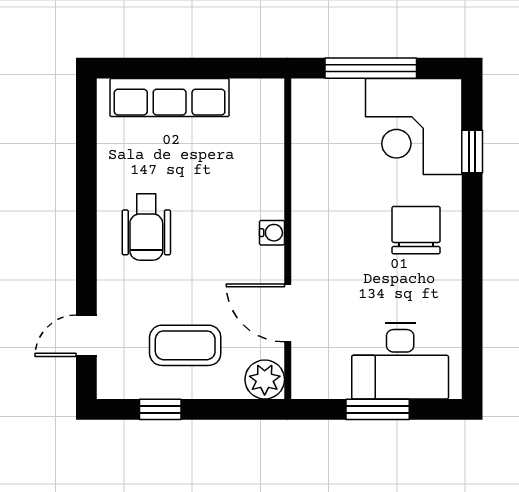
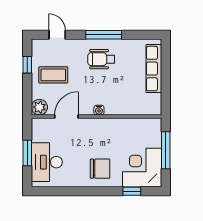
window: (86, 221) -> (104, 35), added
coffee table: (185, 345) -> (53, 75), turned 90

